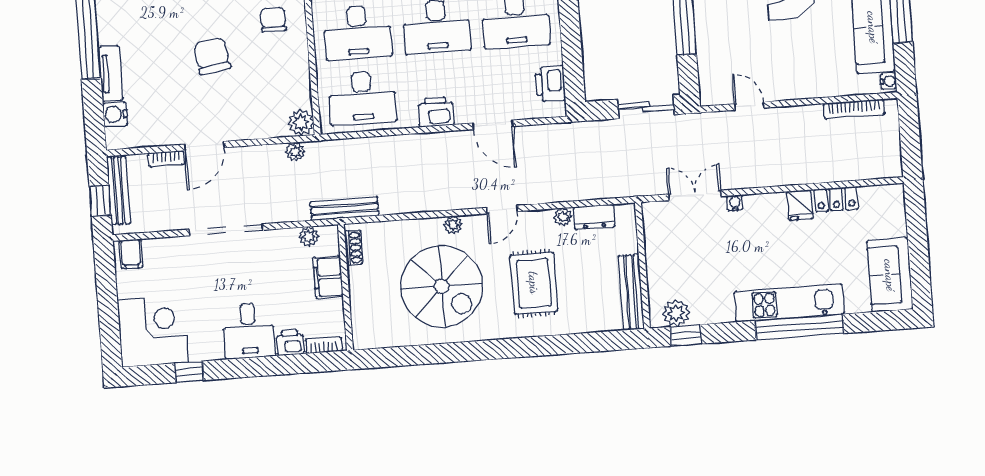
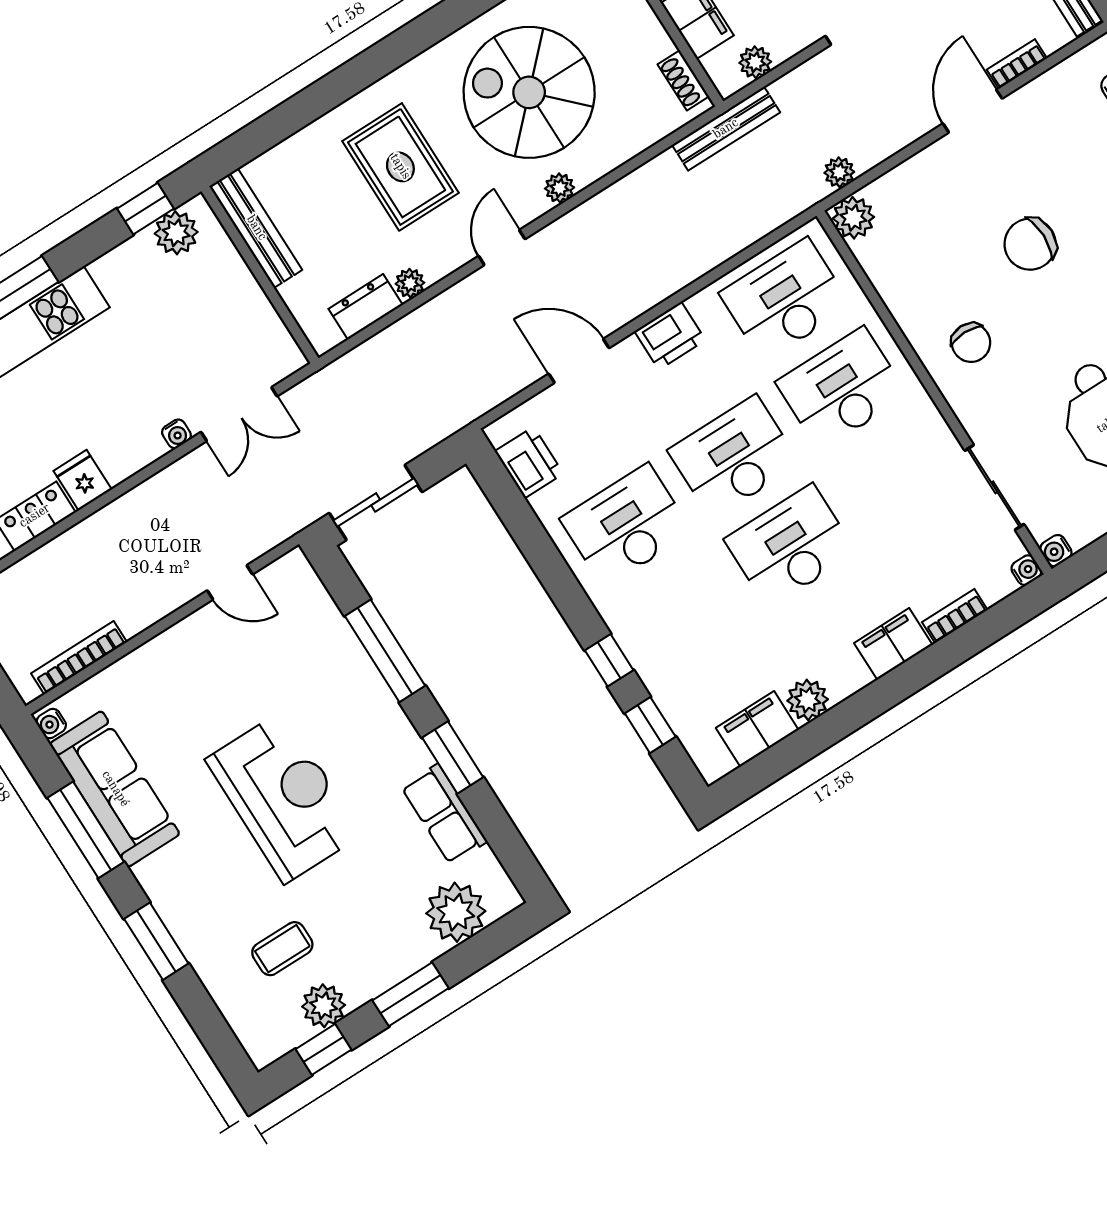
chair: (212, 56) -> (1030, 244), turned 99

